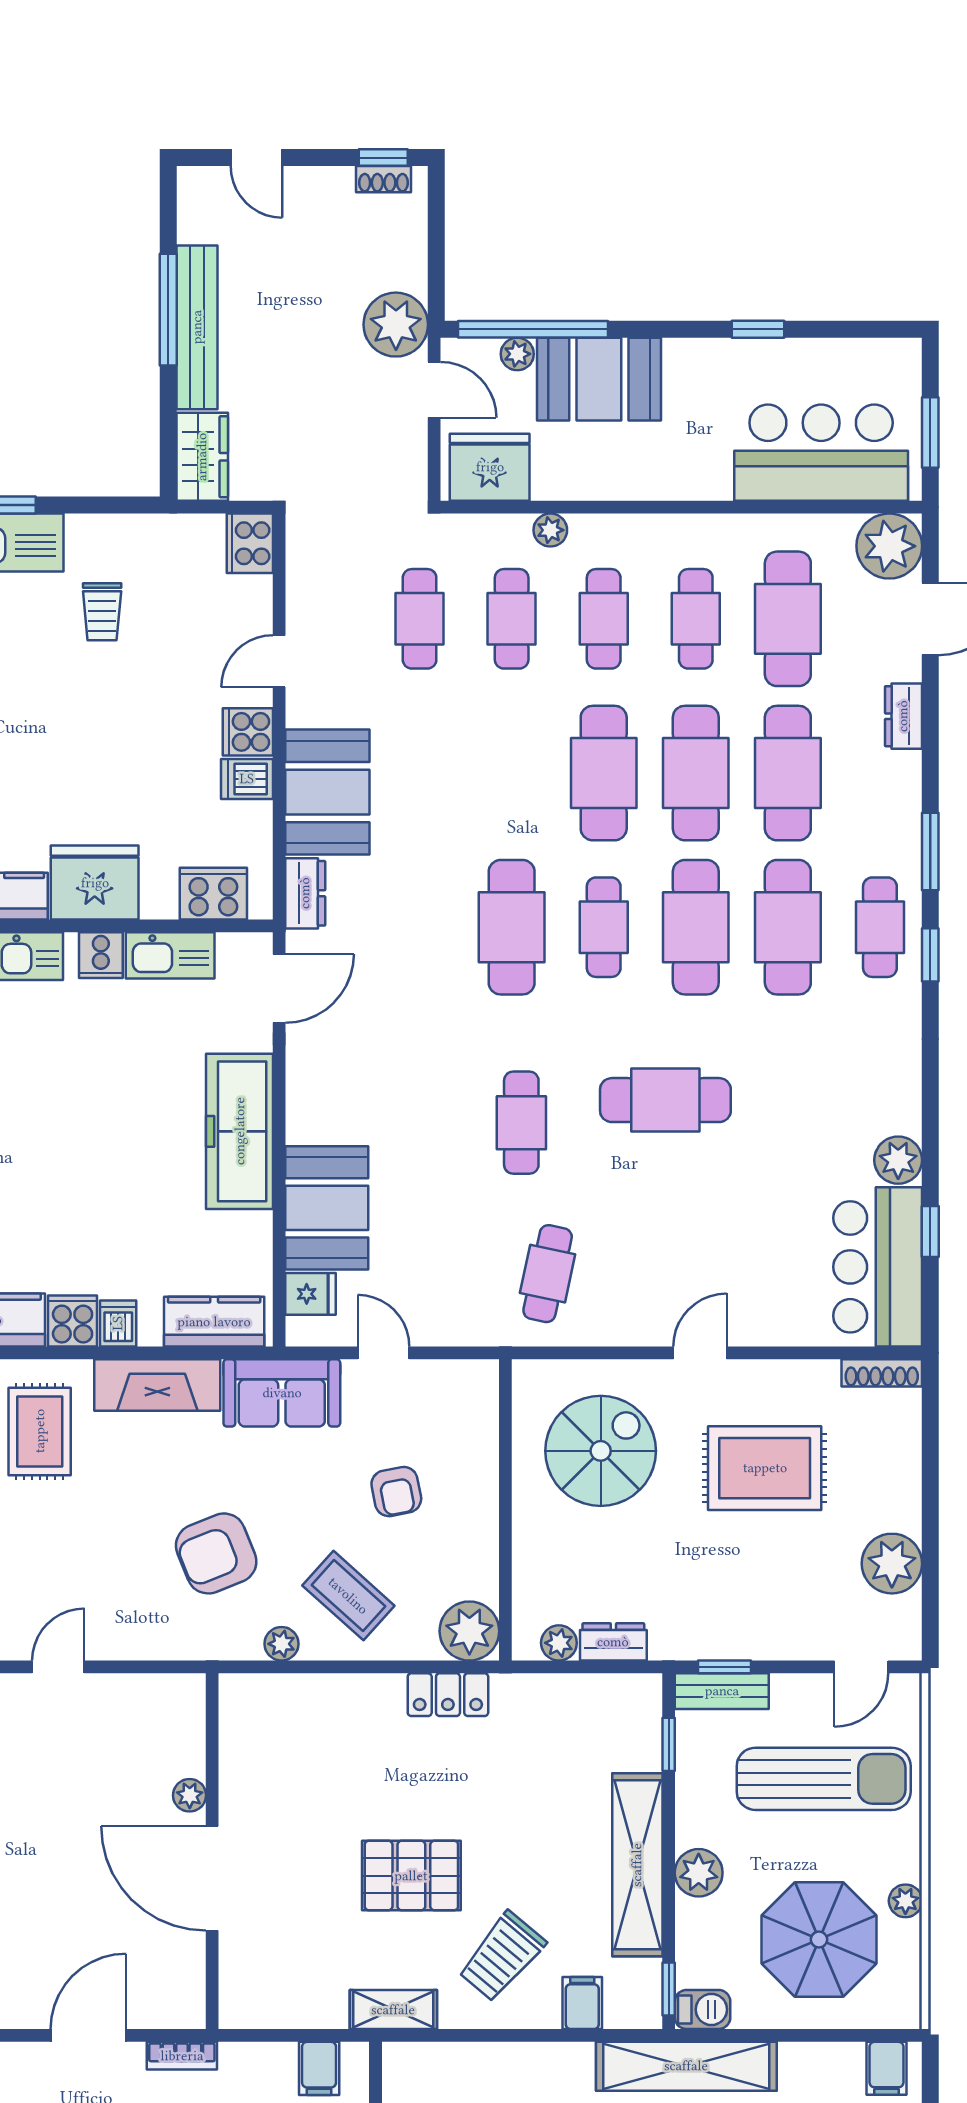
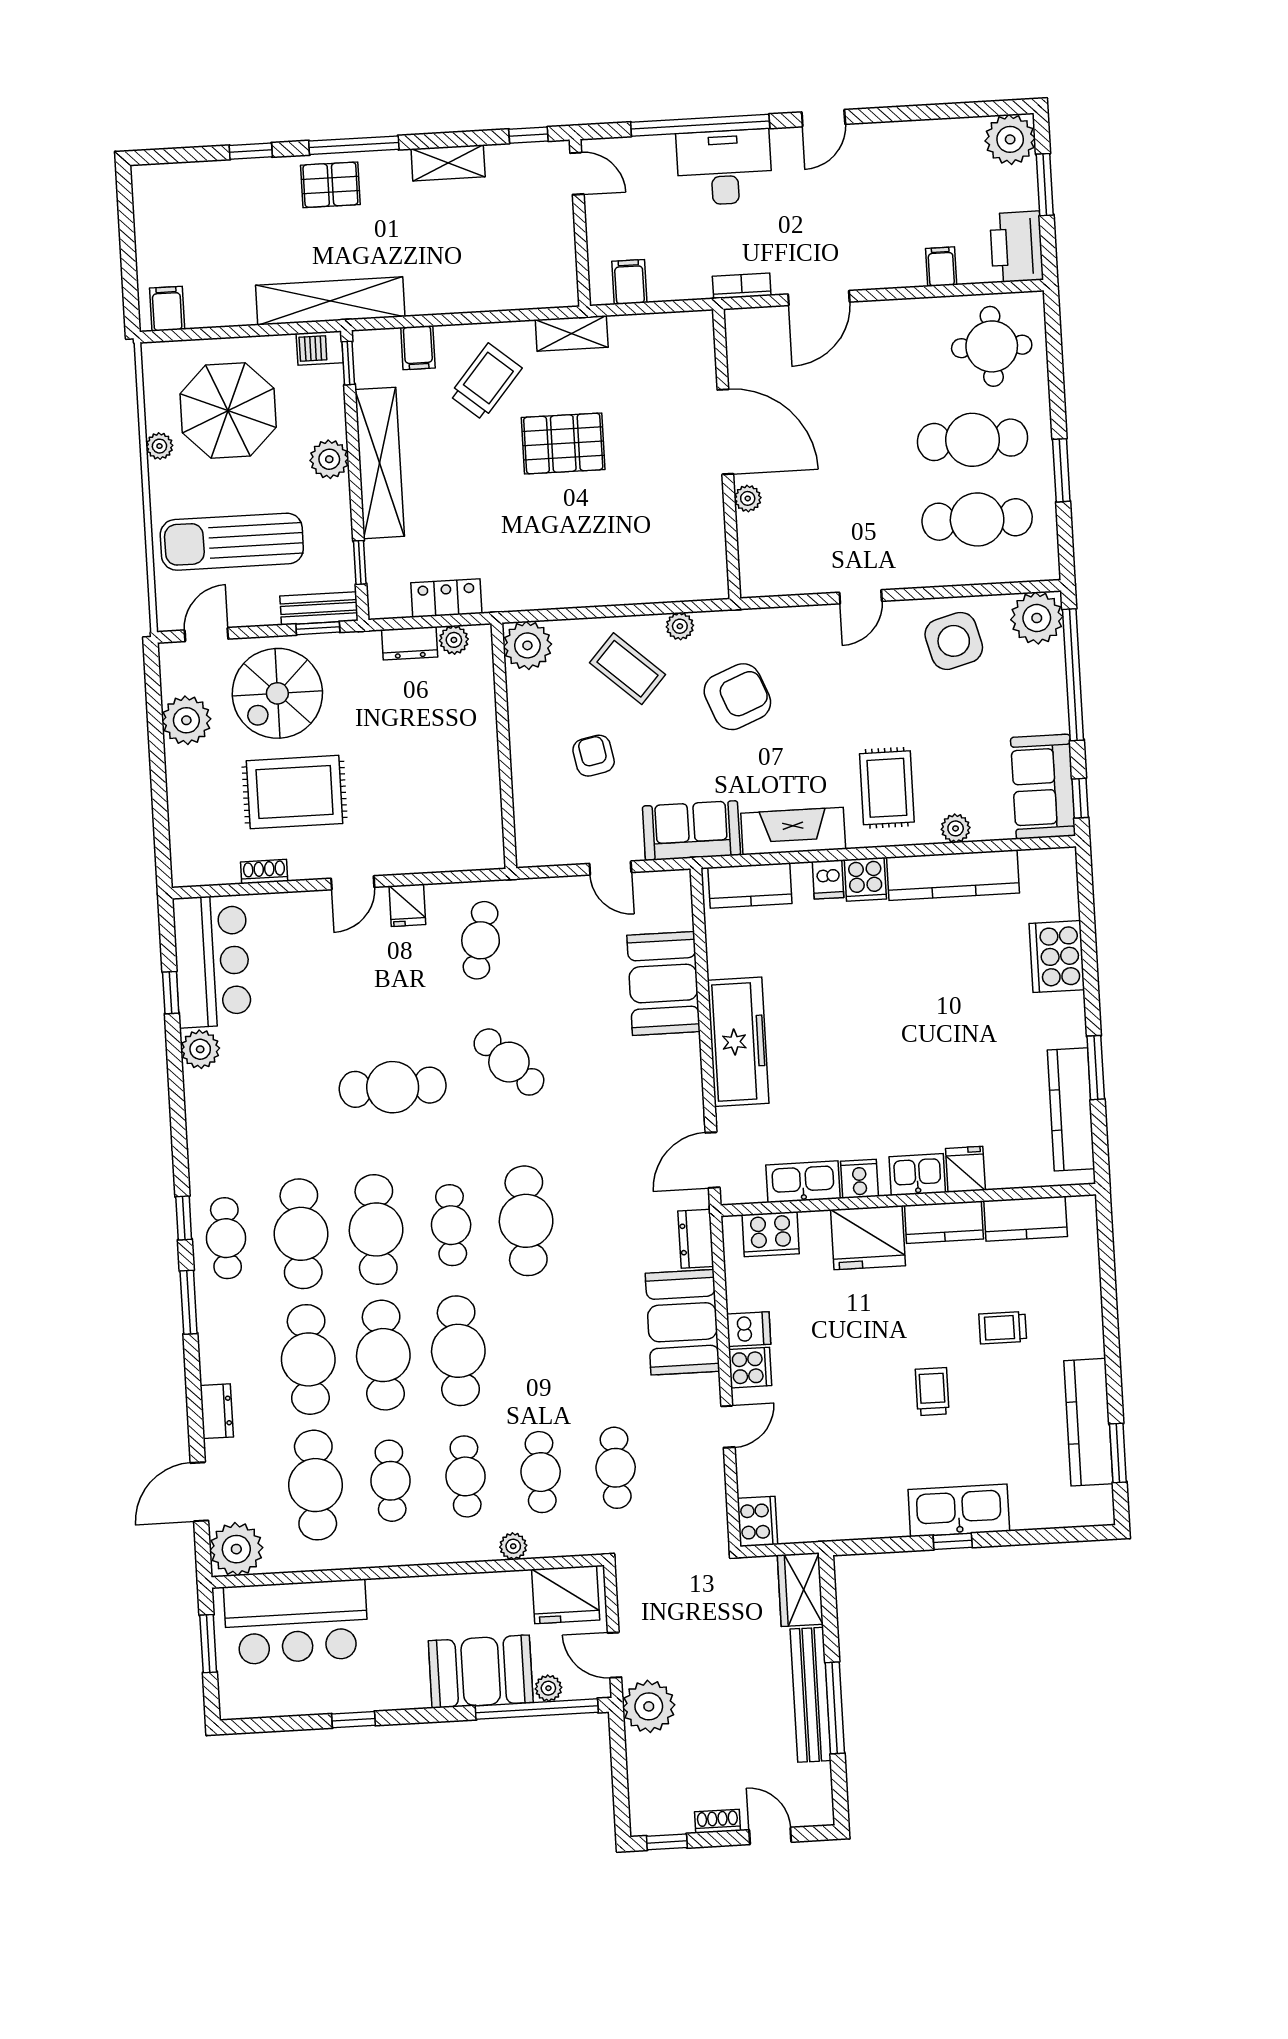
shoe rack: (384, 179) -> (718, 1821), moved
trolley: (102, 612) -> (932, 1392), moved
cafe table: (521, 1123) -> (509, 1062), turned -44
fridge: (311, 1294) -> (407, 905), moved, turned -90
shoe rack: (882, 1373) -> (264, 872), moved, width x0.70
spiral stairs: (601, 1451) -> (277, 693), moved
locker: (448, 1695) -> (446, 598), moved

